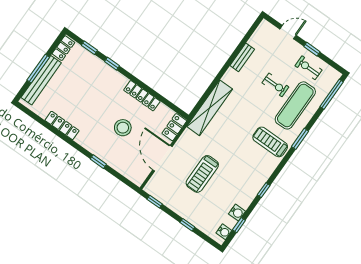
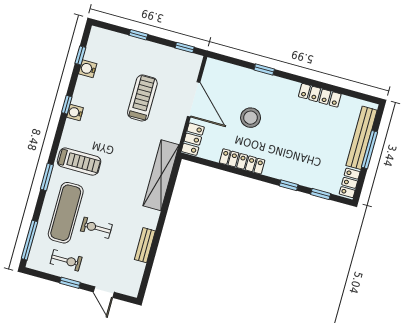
door: (288, 32) -> (104, 292), hinge flipped
water cooler: (224, 232) -> (75, 112), moved

